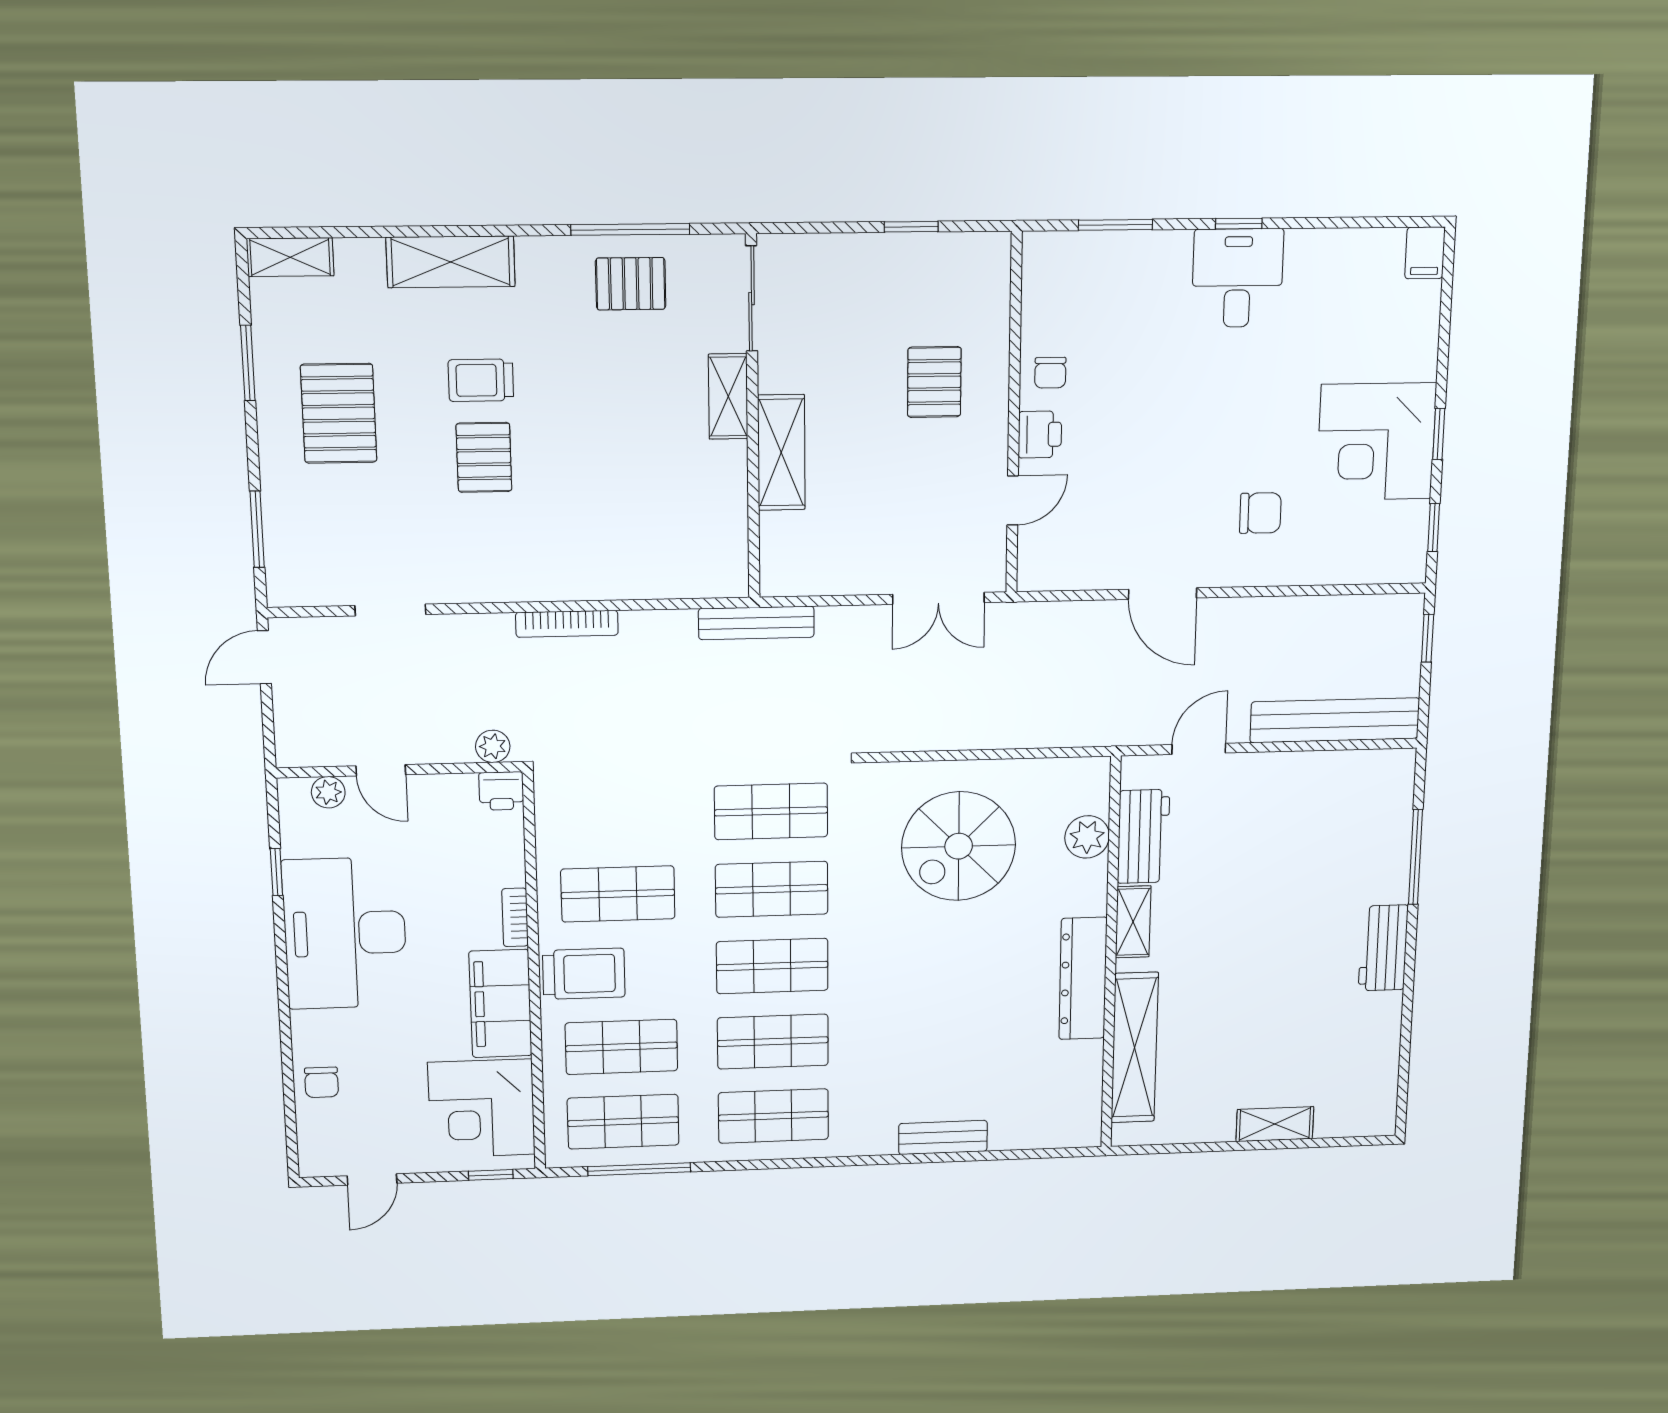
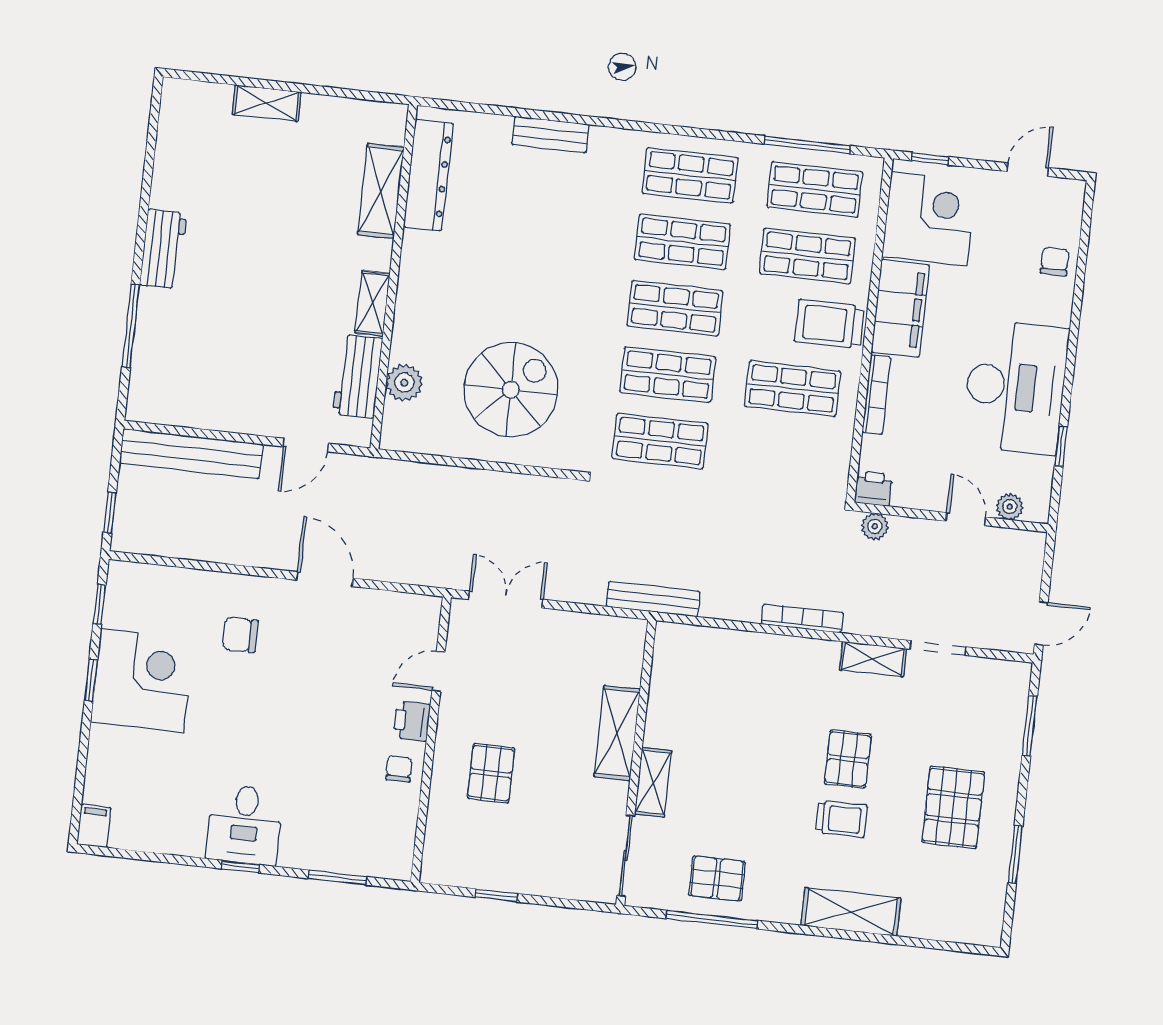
shelving: (290, 257) -> (873, 659), moved
bookcase: (515, 917) -> (876, 395), width x1.56
dresser: (1083, 978) -> (428, 175), moved
shelving: (1135, 1048) -> (381, 191), width x0.68

